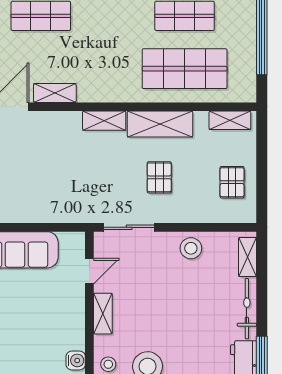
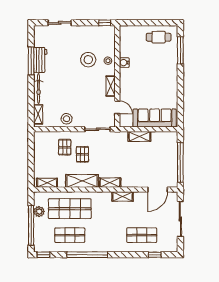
plant: (246, 63) -> (39, 212), added
shelving: (55, 93) -> (123, 196), moved
pallet: (232, 182) -> (65, 147), moved
shelving: (45, 213) -> (139, 136), added
door: (89, 271) -> (117, 107), swing flipped

